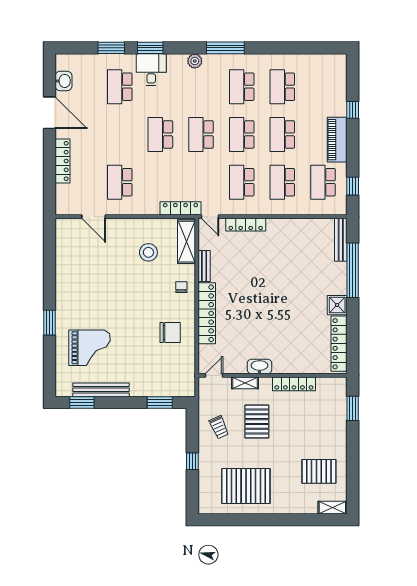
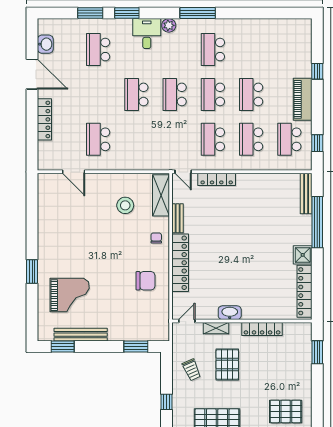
desk: (151, 70) -> (147, 34), moved
school desk: (282, 87) -> (251, 50), removed
locker: (180, 208) -> (155, 164), removed

